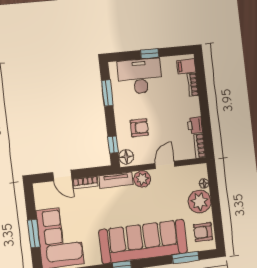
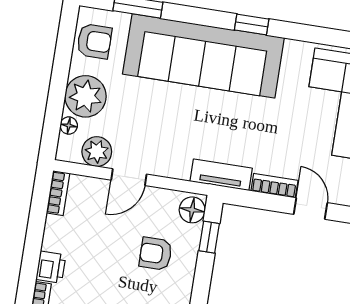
printer: (195, 125) -> (51, 267), moved
plant: (142, 179) -> (97, 152), moved

